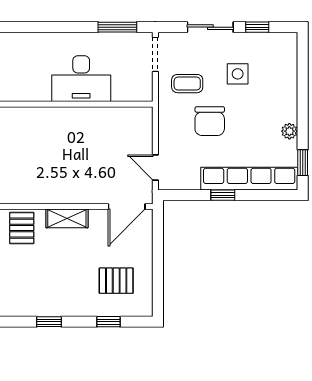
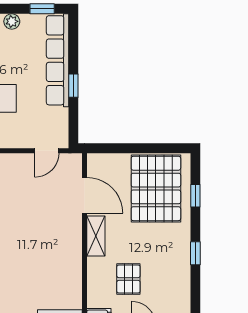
door: (127, 207) -> (84, 195), moved
pallet: (22, 228) -> (128, 279), moved, turned 90
pallet: (116, 281) -> (156, 188), width x2.05, depth x2.00

